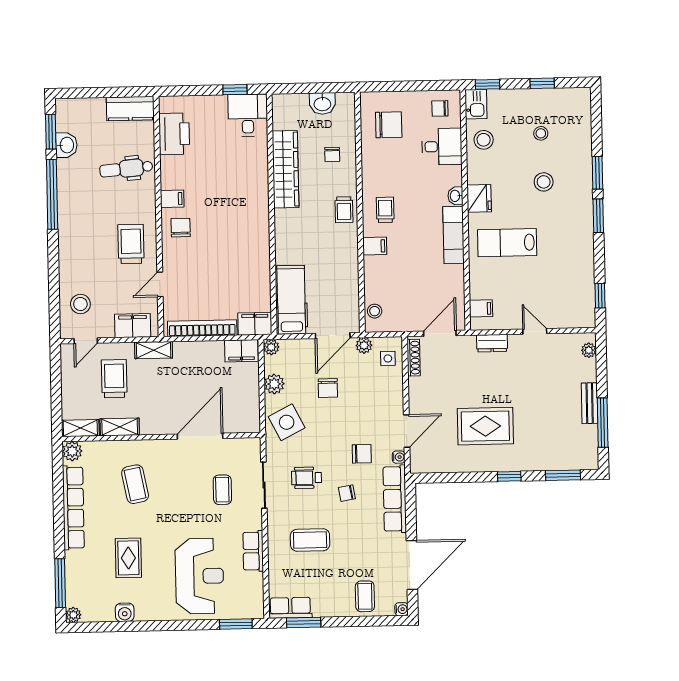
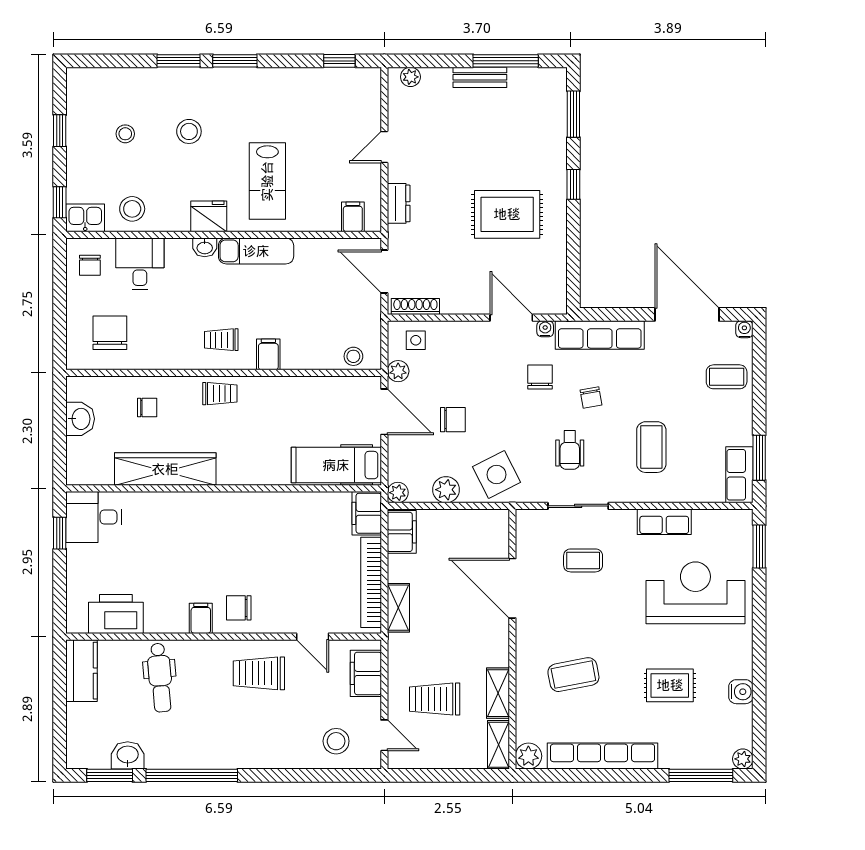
shelving: (154, 350) -> (398, 608), moved
rug: (485, 426) -> (507, 214), turned 90

